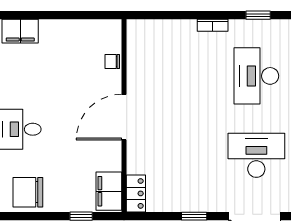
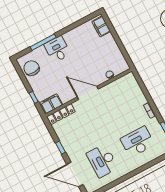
desk: (256, 155) -> (102, 161), turned 180
locker: (136, 193) -> (61, 114), width x1.53

